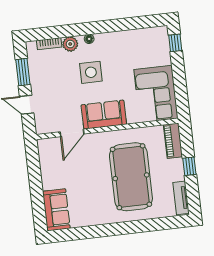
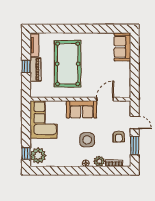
plant: (158, 42) -> (38, 155), added
armchair: (47, 82) -> (119, 137), added
piano: (173, 141) -> (35, 69), moved

